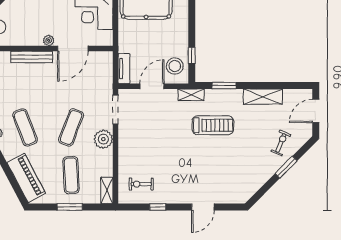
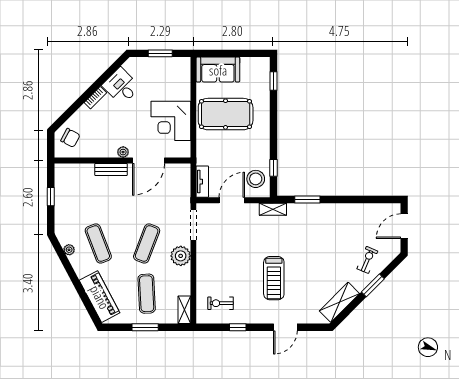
bench: (32, 57) -> (111, 169), width x0.73
shelving: (263, 97) -> (339, 302), moved, turned -45
treadmill: (213, 125) -> (274, 278), moved, turned 90

